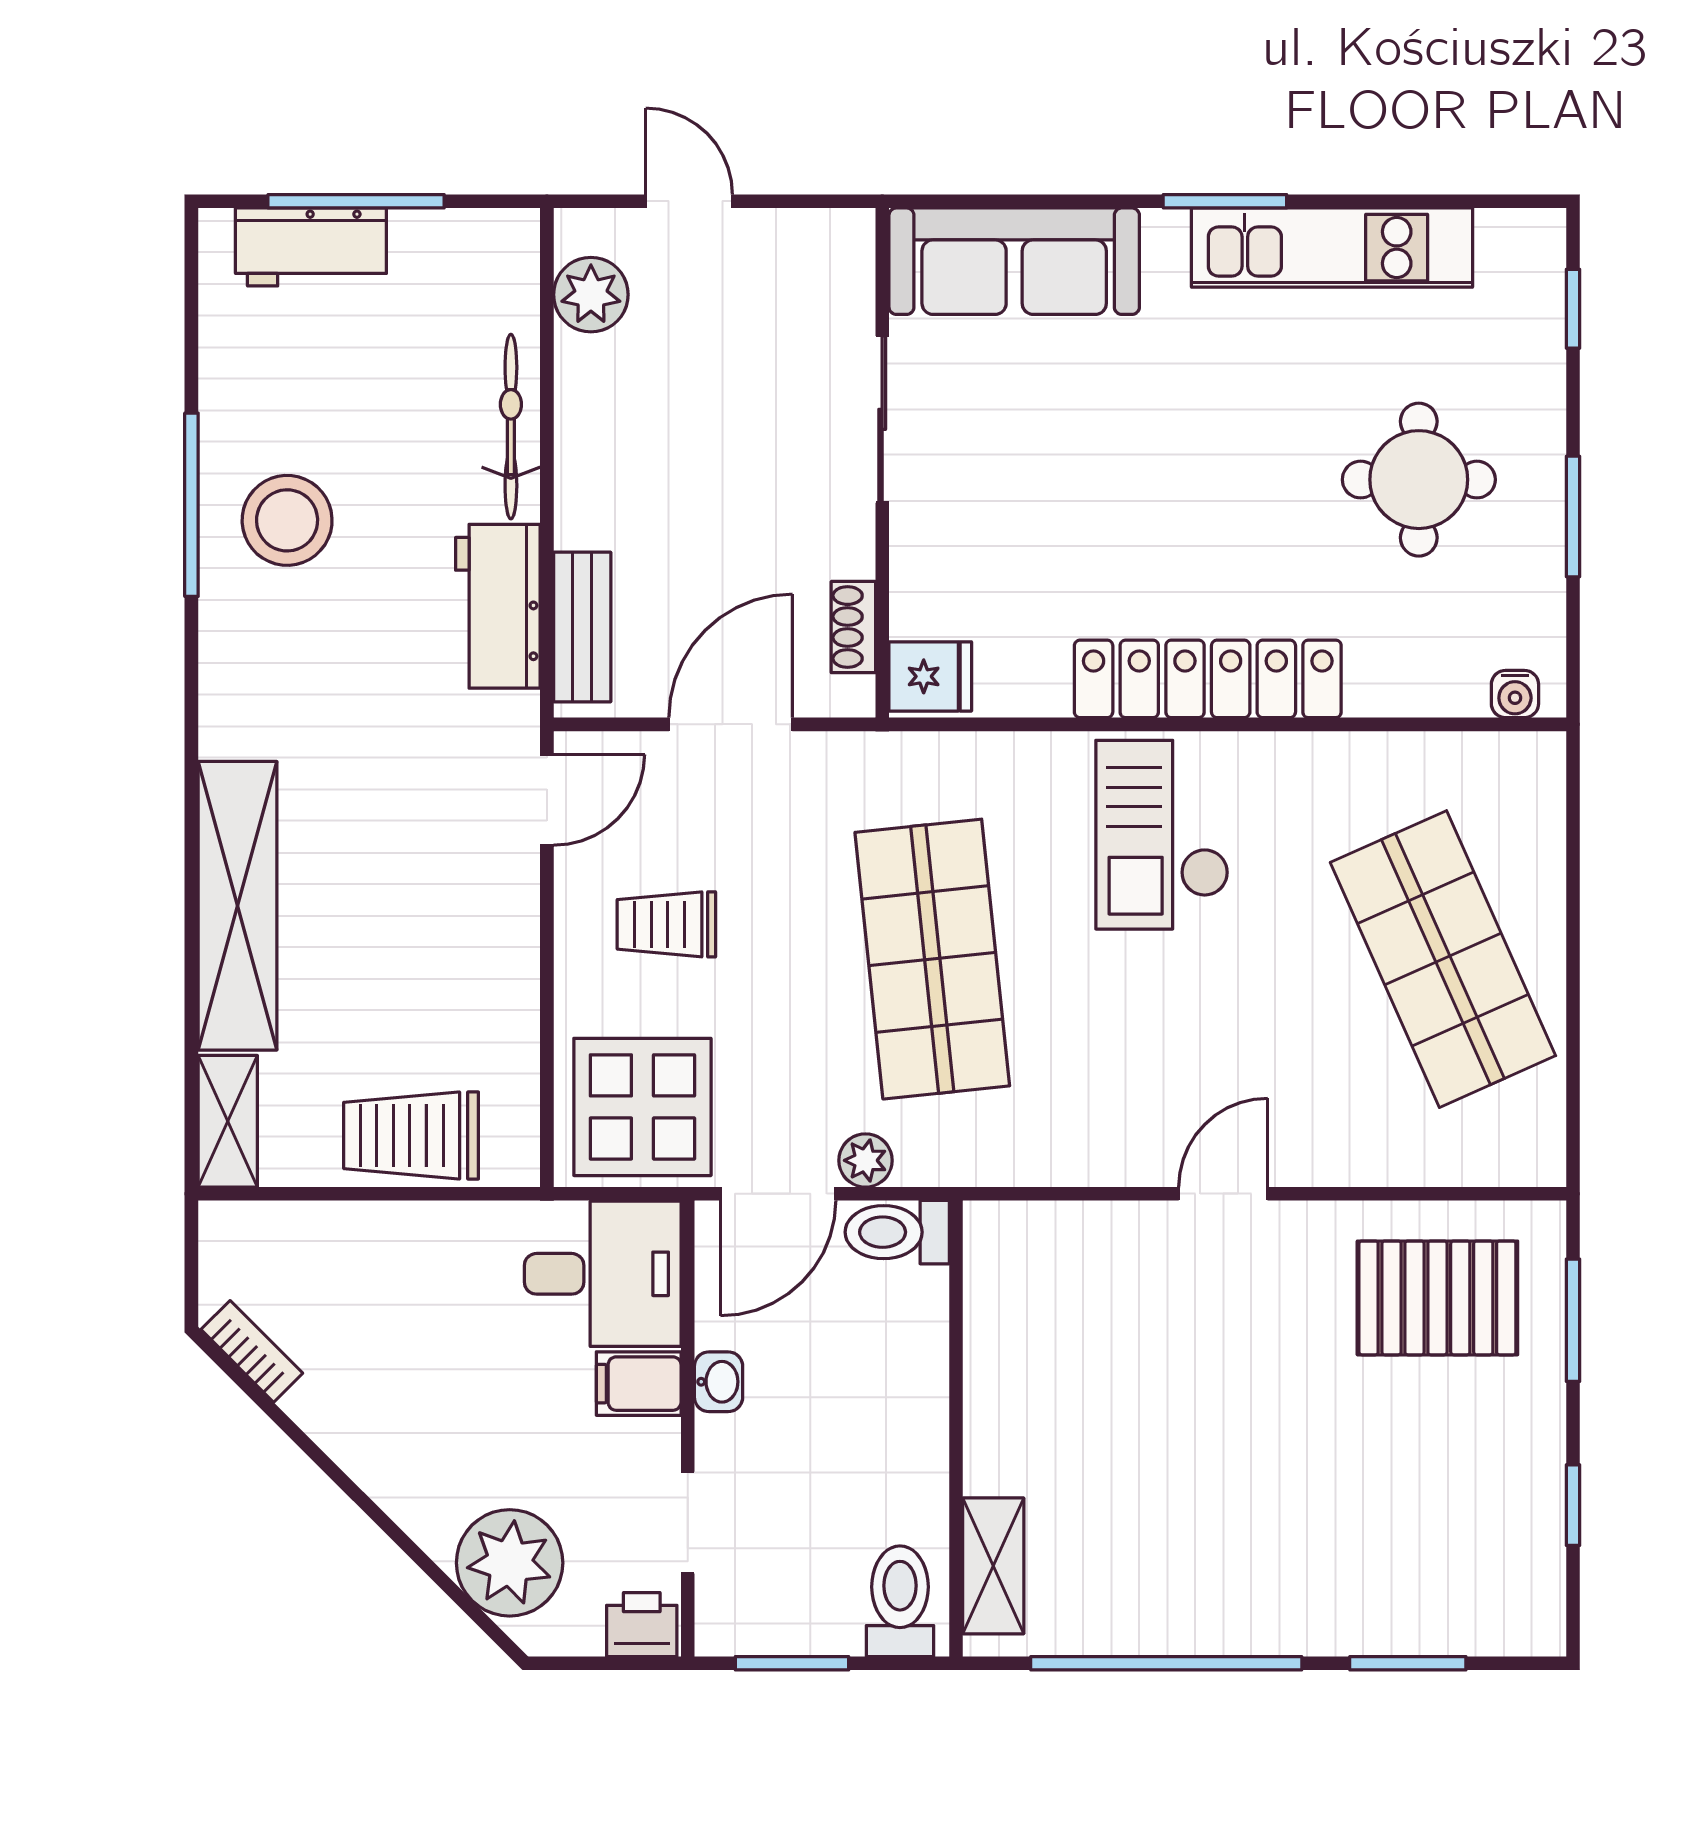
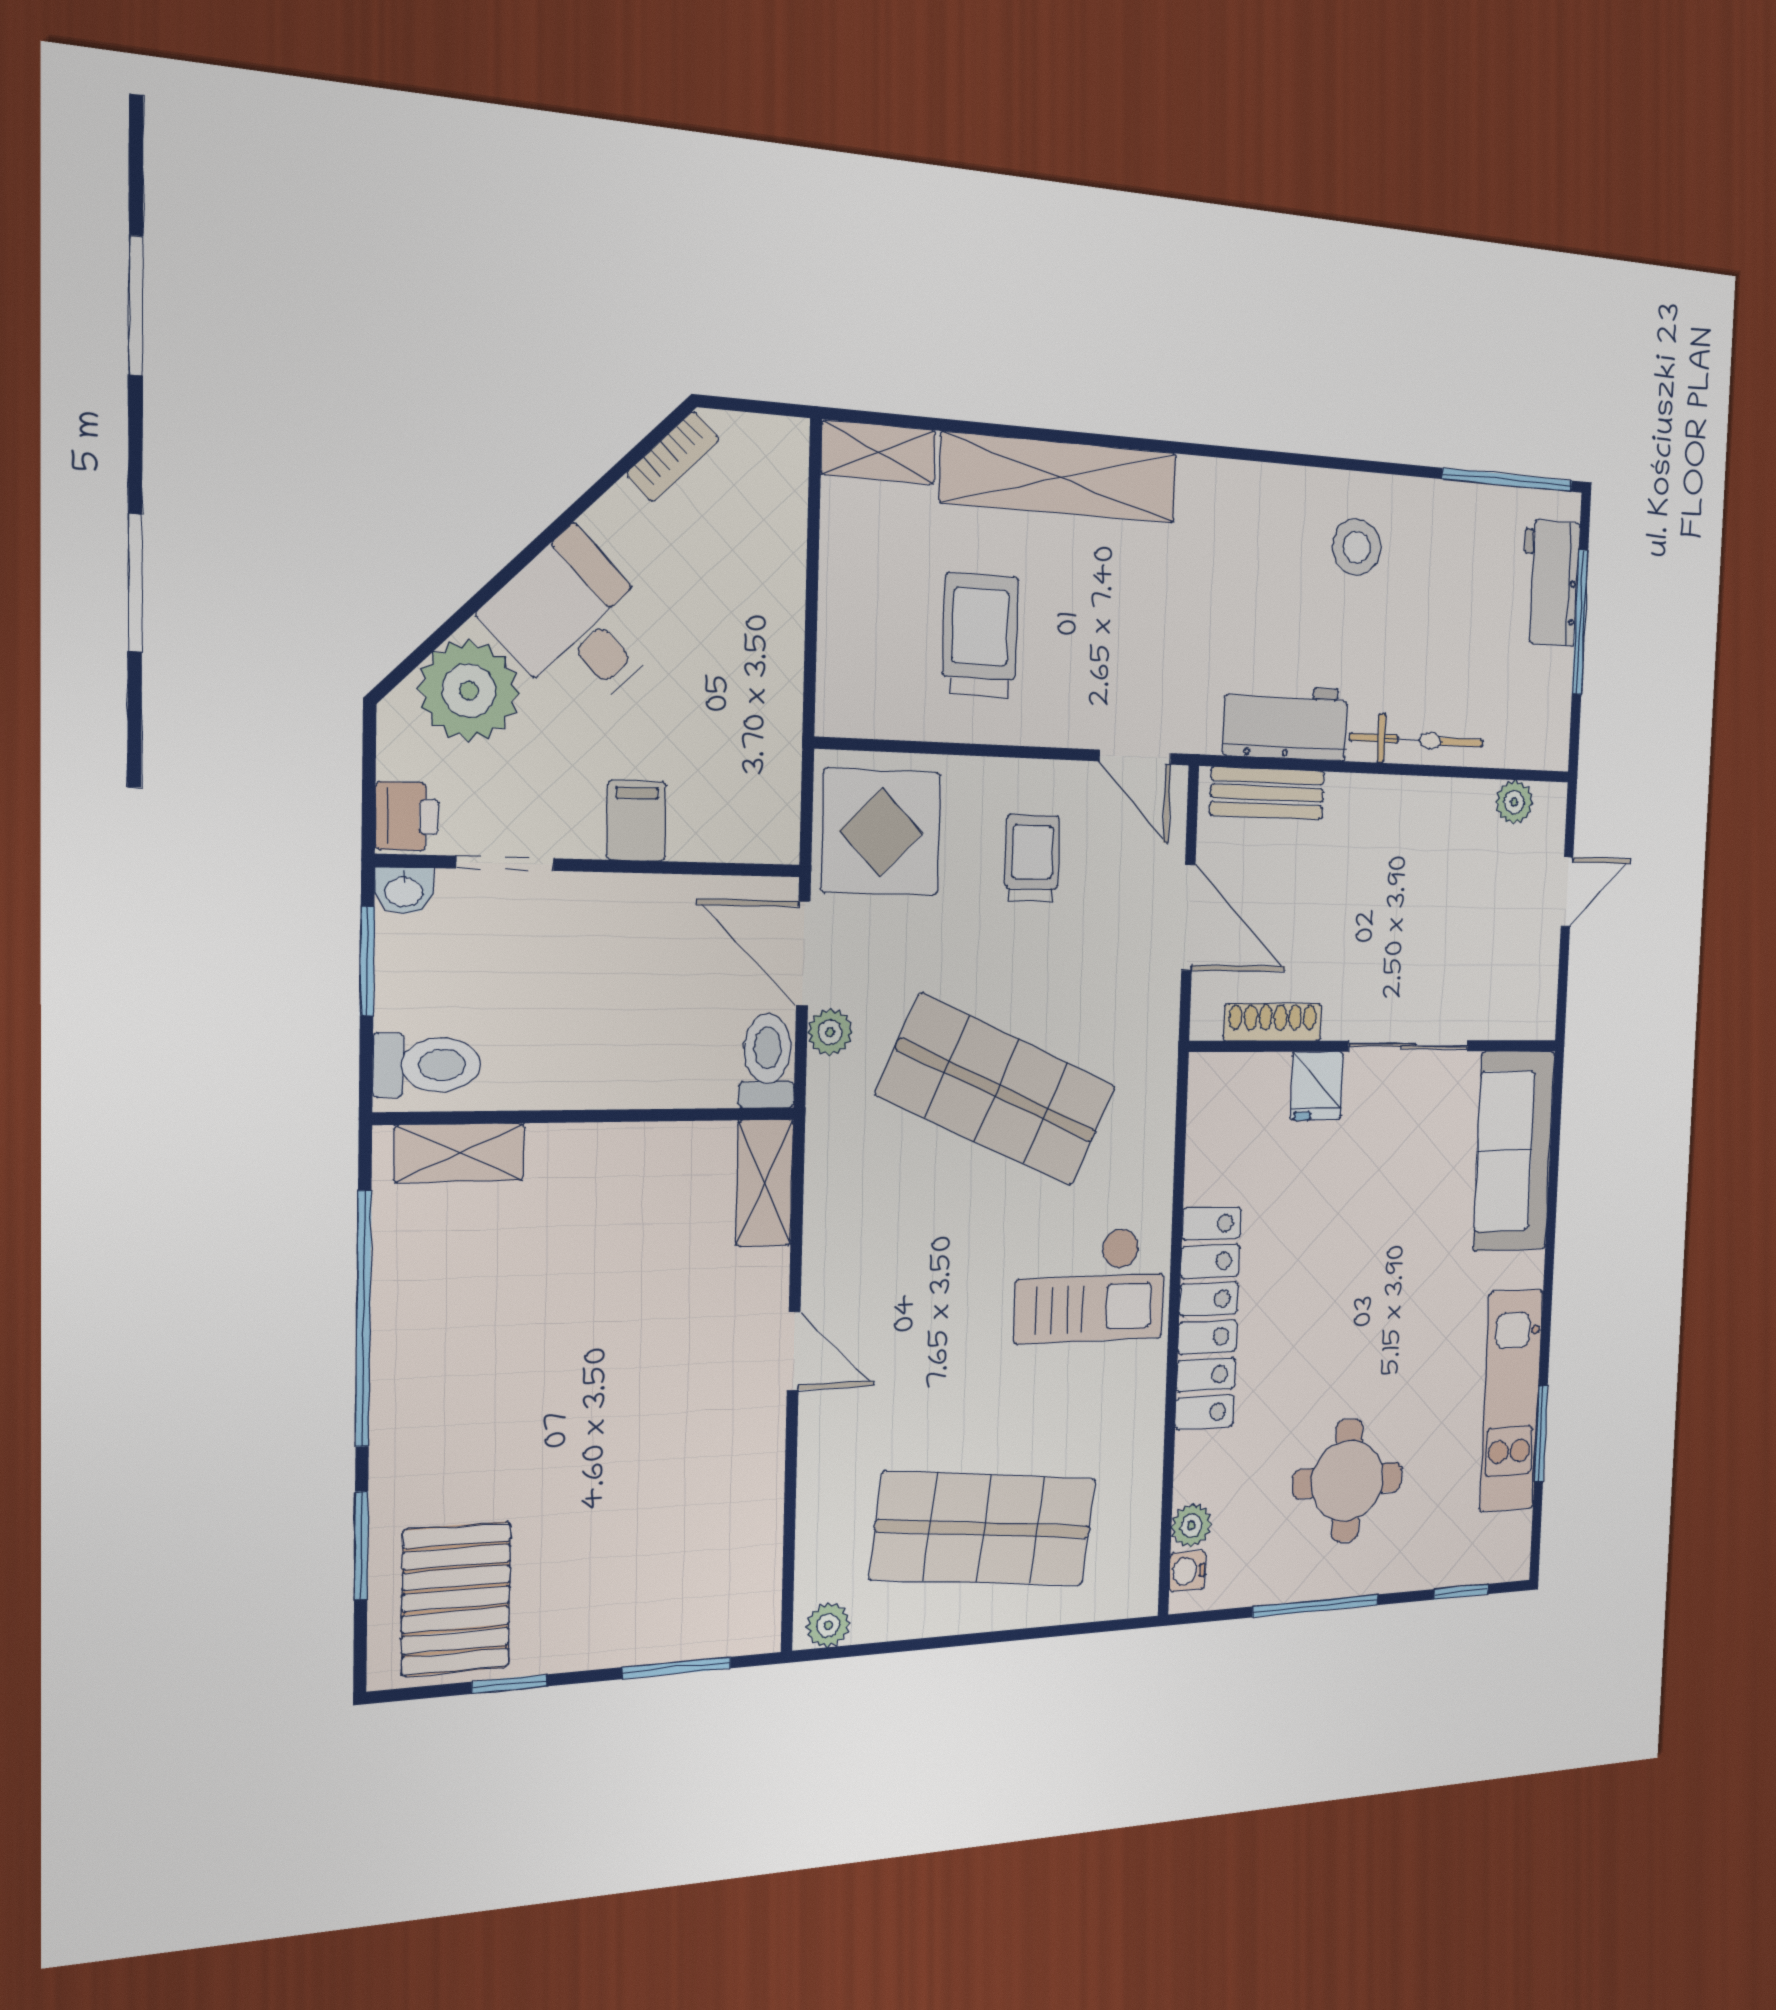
window: (1225, 201) -> (1541, 1434), moved
plant: (591, 295) -> (1514, 802), width x0.73, depth x0.73
window: (191, 505) -> (1508, 480), moved
window: (1573, 516) -> (1316, 1606), width x1.44
stool: (287, 520) -> (1357, 547), width x0.73, depth x0.73
shoe rack: (853, 627) -> (1273, 1022), width x1.43
fridge: (930, 676) -> (1317, 1086), moved
plant: (1459, 691) -> (1191, 1525), added
checkout: (1162, 835) -> (1090, 1285), turned 180
shop shelf: (932, 959) -> (997, 1090), turned 30
shop shelf: (1443, 959) -> (984, 1529), turned 30
trolley: (411, 1135) -> (980, 635), moved
plant: (1541, 1145) -> (828, 1625), added
shelving: (1033, 1232) -> (764, 1183), added
desk: (603, 1274) -> (576, 624), moved, turned 135
pallet: (1437, 1298) -> (456, 1599), moved
washbasin: (719, 1382) -> (404, 891), moved

